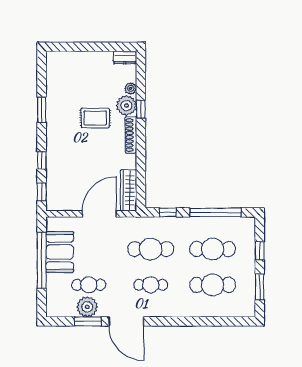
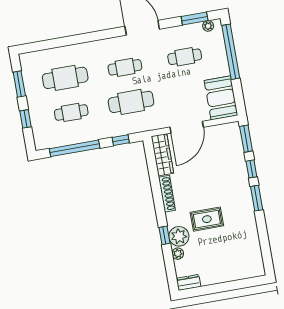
window: (42, 110) -> (257, 198), moved
shoe rack: (131, 135) -> (167, 194), moved
window: (42, 192) -> (246, 139), width x1.50
cafe table: (213, 249) -> (71, 112), width x0.73, depth x0.74
booth: (60, 252) -> (221, 98), moved
window: (42, 260) -> (231, 52), moved
plant: (87, 307) -> (208, 26), moved, width x0.53, depth x0.53
window: (88, 321) -> (195, 19), moved

